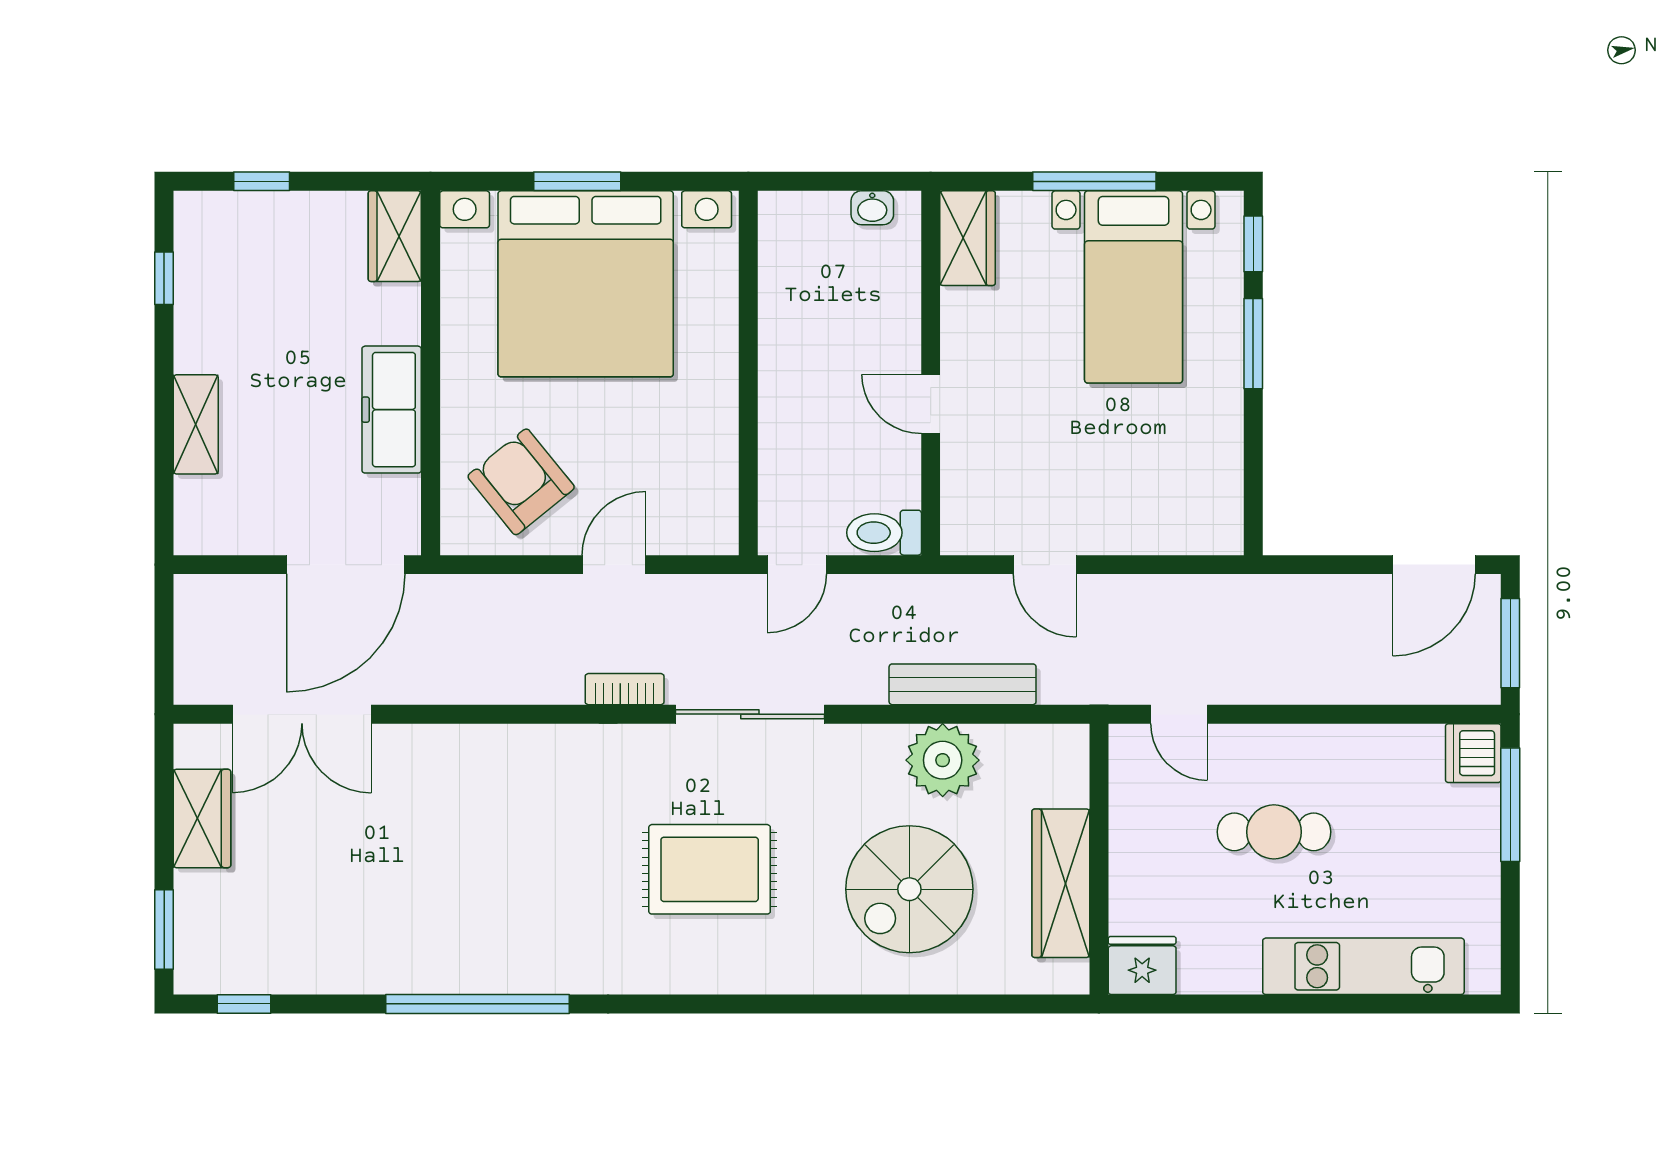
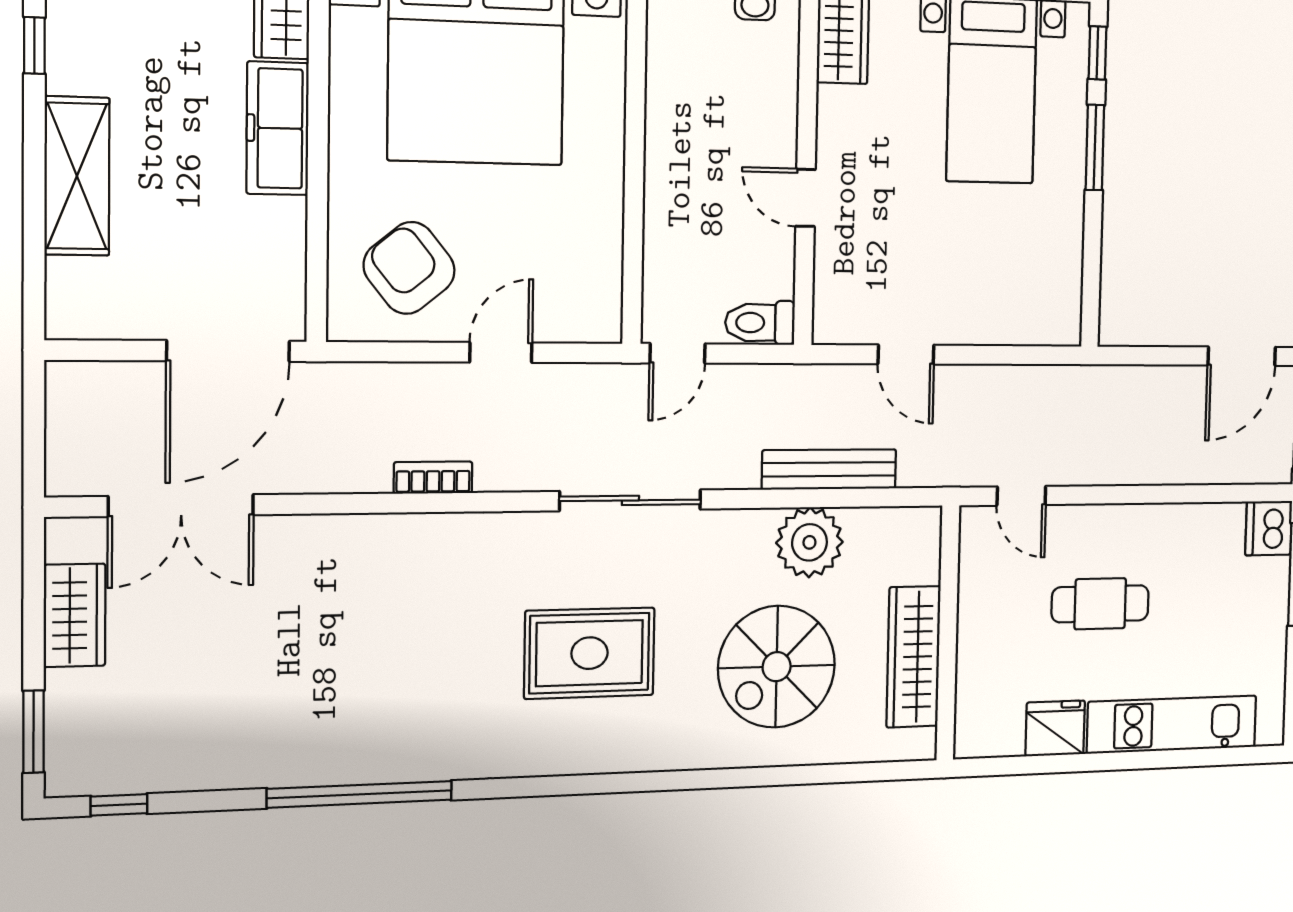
freezer: (392, 410) -> (278, 128), moved
shelving: (196, 424) -> (77, 176), width x1.50, depth x1.33
bookcase: (625, 689) -> (433, 478), moved
fridge: (1142, 965) -> (1055, 728), moved

